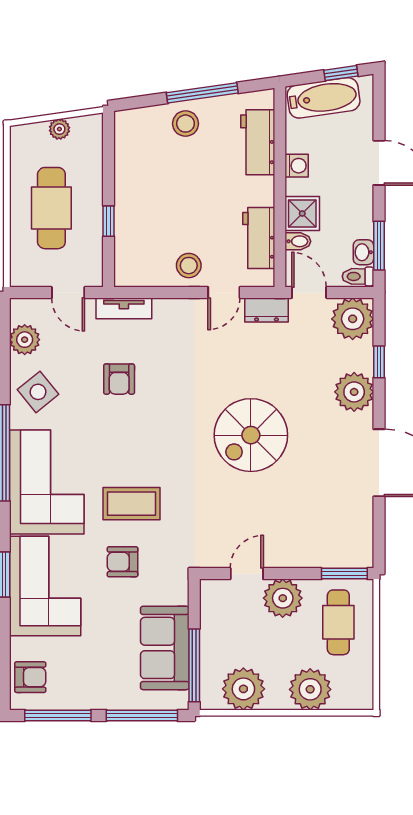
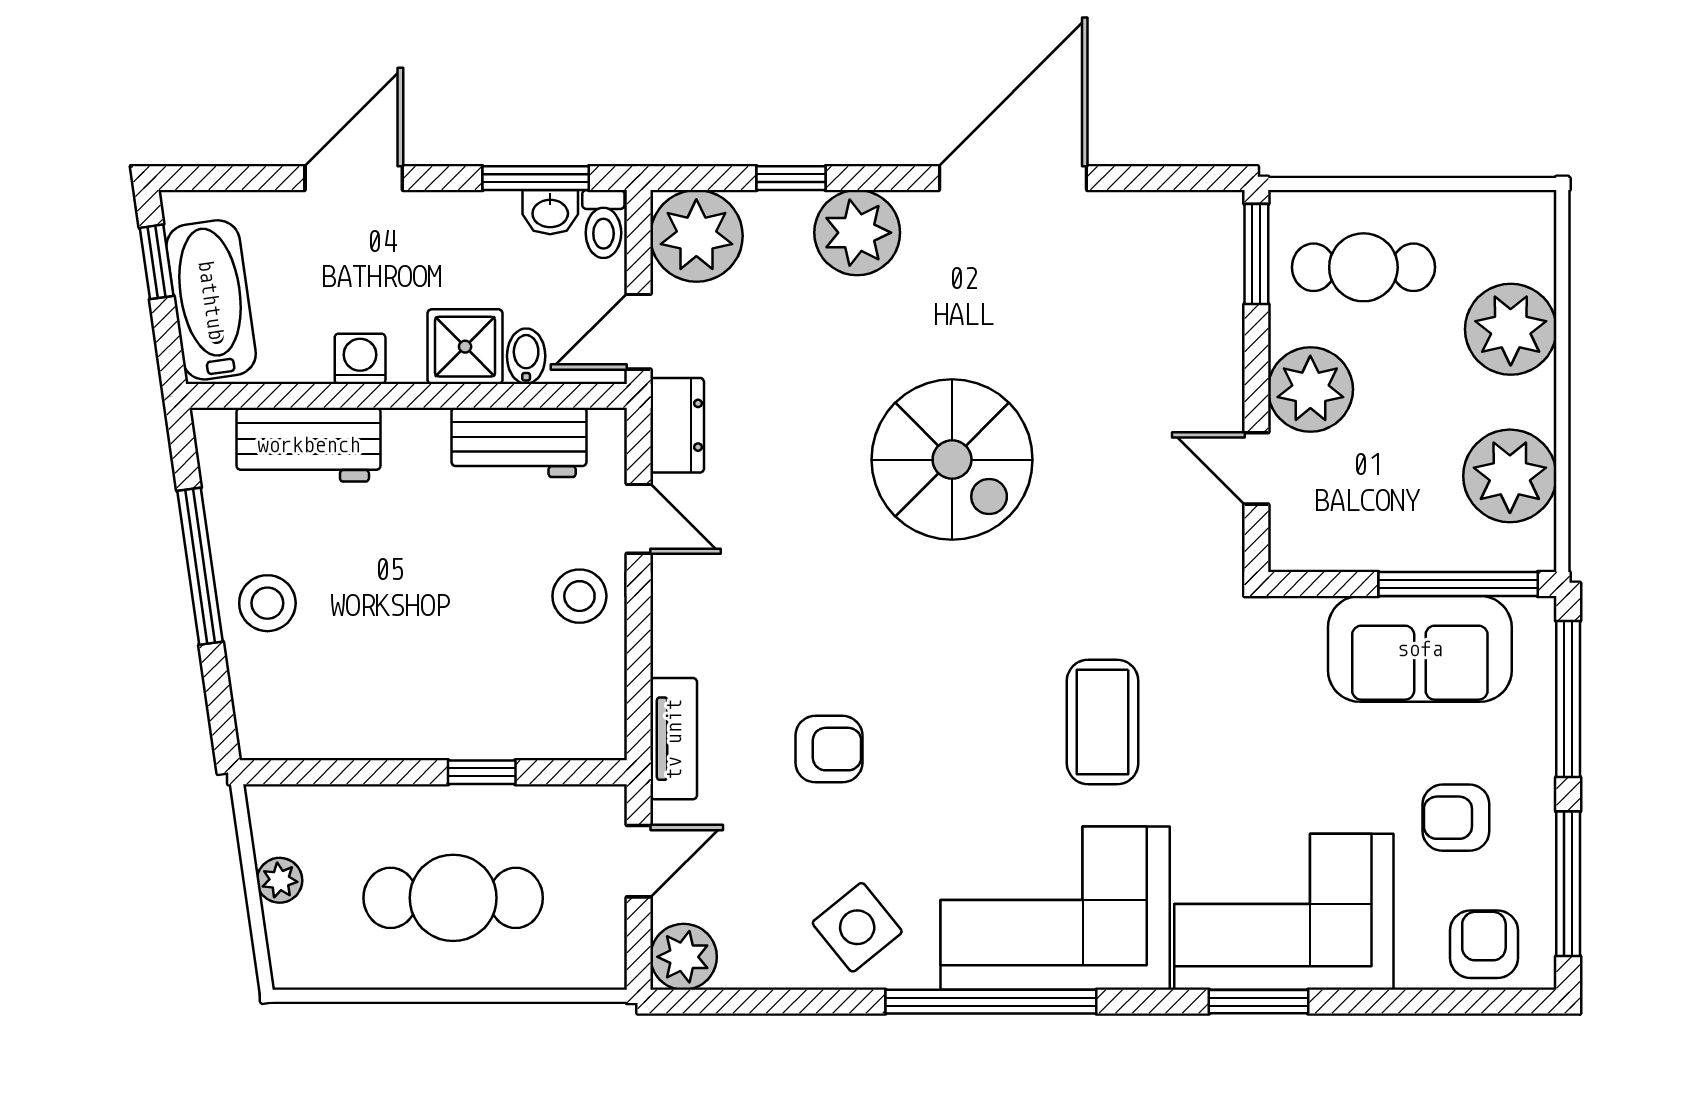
plant: (25, 340) -> (684, 957), moved
armchair: (122, 562) -> (1456, 818), moved, turned 90

